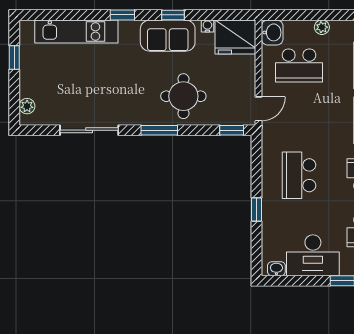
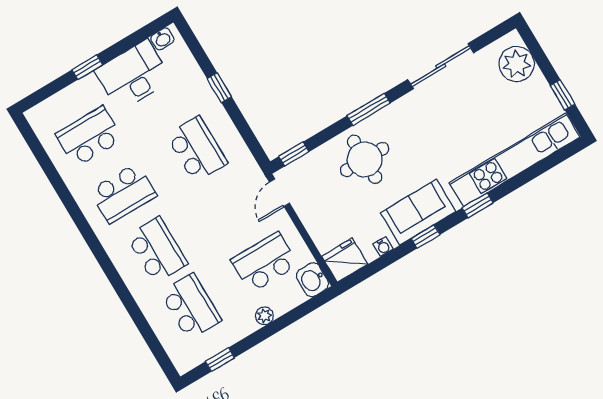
kitchen unit: (76, 31) -> (515, 160), width x1.36
fridge: (235, 37) -> (345, 260), width x0.73, depth x0.75
plant: (27, 106) -> (517, 64), width x1.87, depth x1.87

